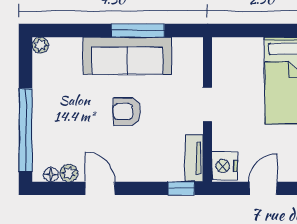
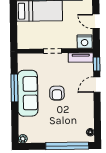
plant: (69, 173) -> (89, 123), removed
door: (100, 188) -> (97, 85), moved

